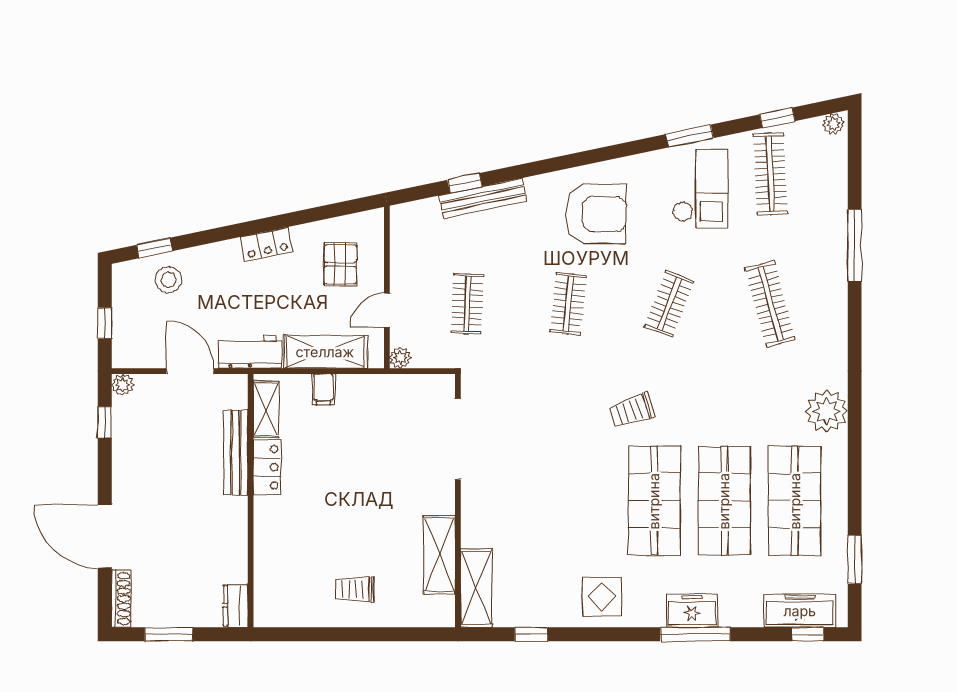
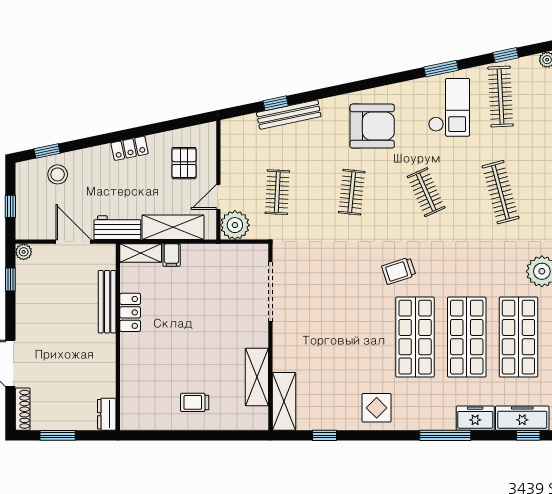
clothes rail: (669, 304) -> (426, 192), turned -45
plant: (400, 358) -> (235, 225), width x1.88, depth x1.88
shelving: (266, 409) -> (141, 253), moved, turned 90
freezer: (692, 611) -> (475, 418), moved

